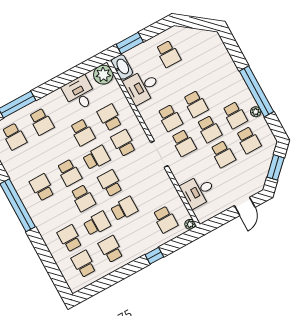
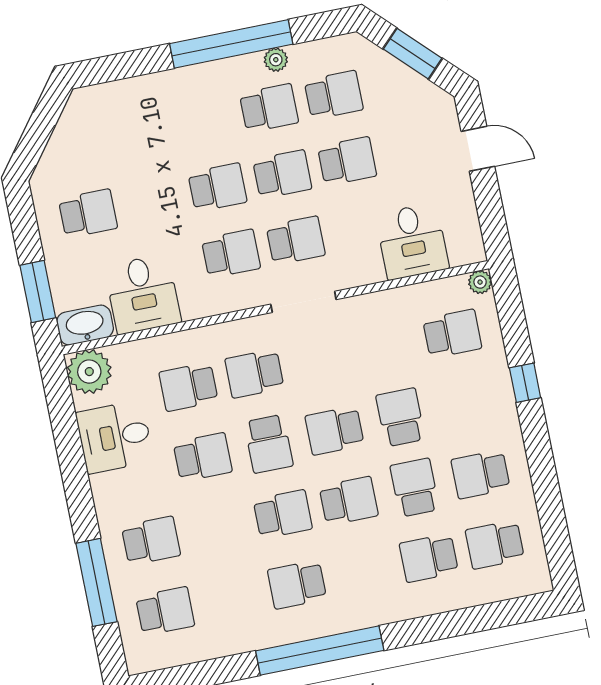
school desk: (96, 158) -> (269, 444), turned 180

